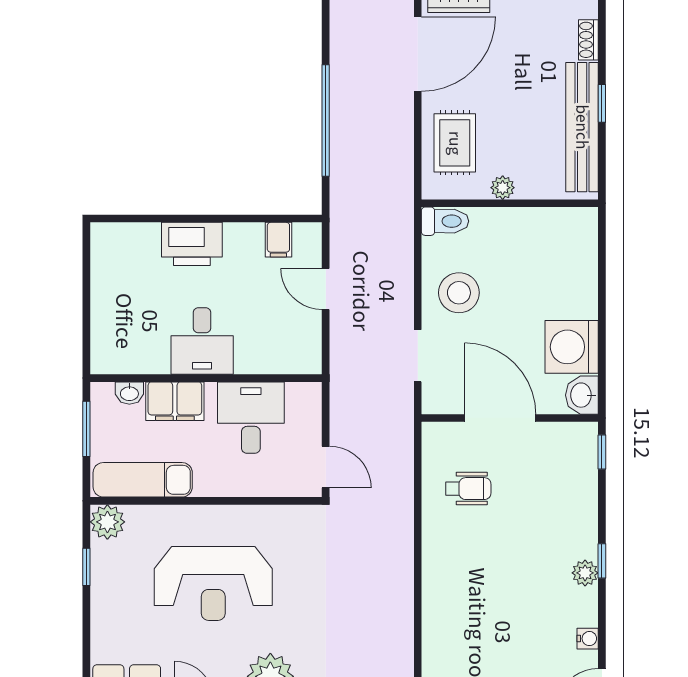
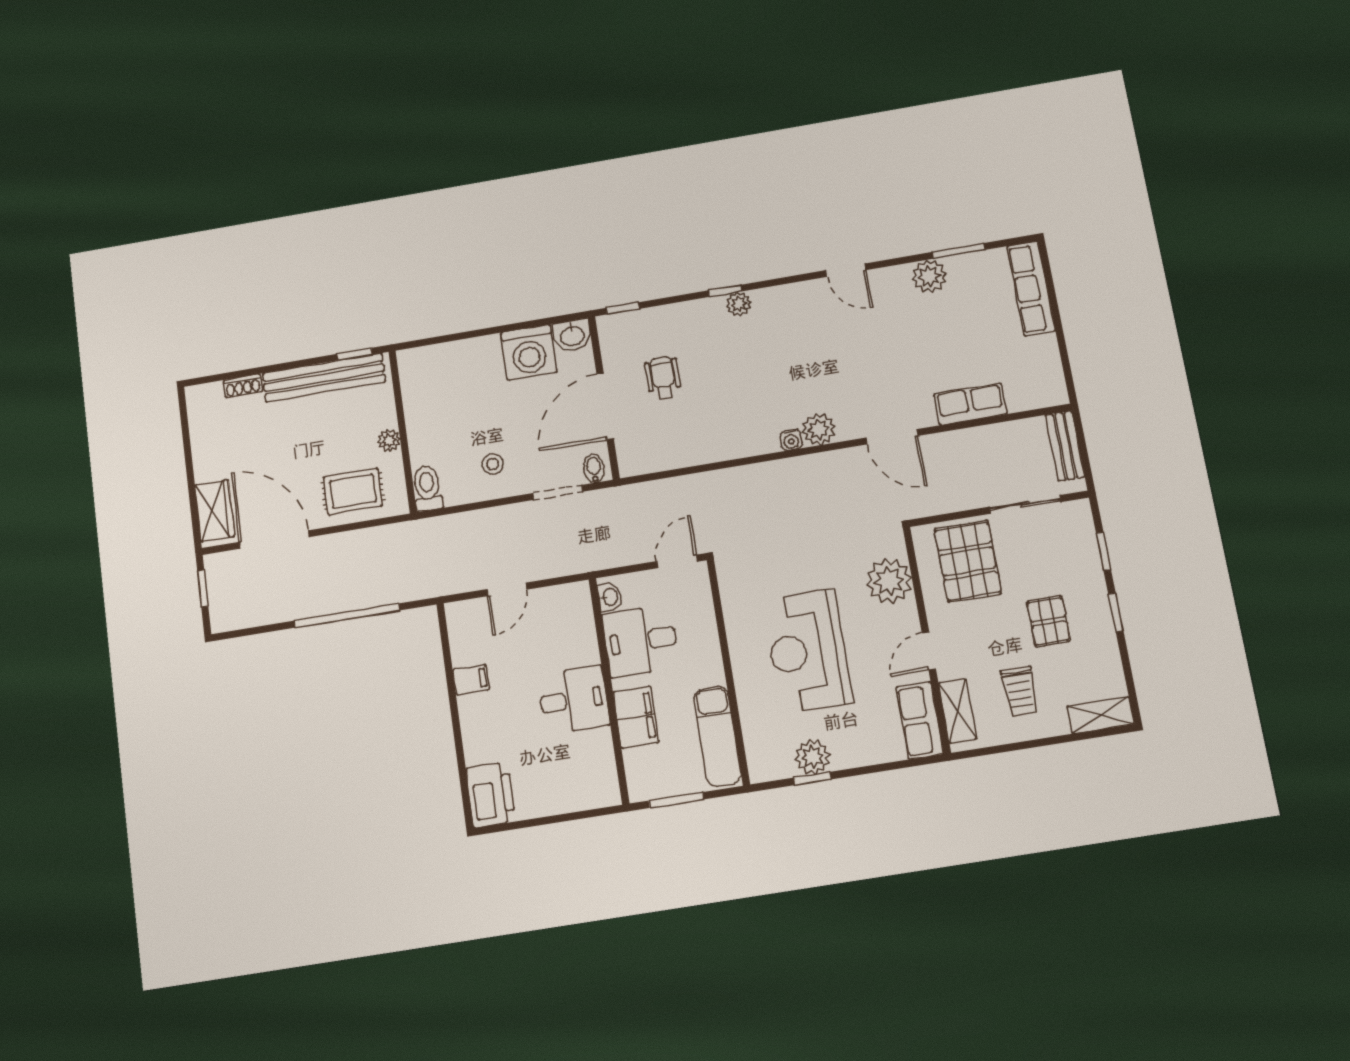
window: (602, 103) -> (354, 354), moved
filing cabinet: (278, 240) -> (471, 680), moved
printer: (192, 244) -> (491, 795), moved
stool: (459, 293) -> (493, 464), width x0.53, depth x0.53
washbasin: (129, 393) -> (610, 597), moved
bidet: (437, 397) -> (594, 468), added
wheelchair: (468, 489) -> (663, 378), moved
plant: (107, 522) -> (813, 757), moved
reception desk: (213, 583) -> (808, 651), turned 180
plant: (438, 633) -> (819, 429), added
water cooler: (588, 639) -> (791, 440), moved, turned 180

